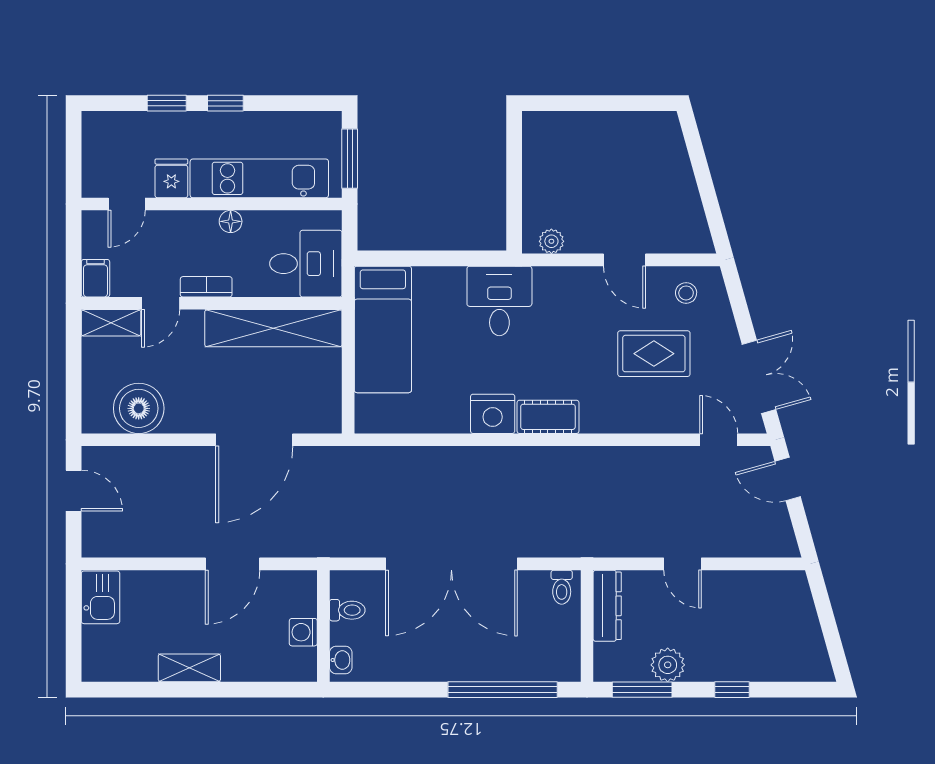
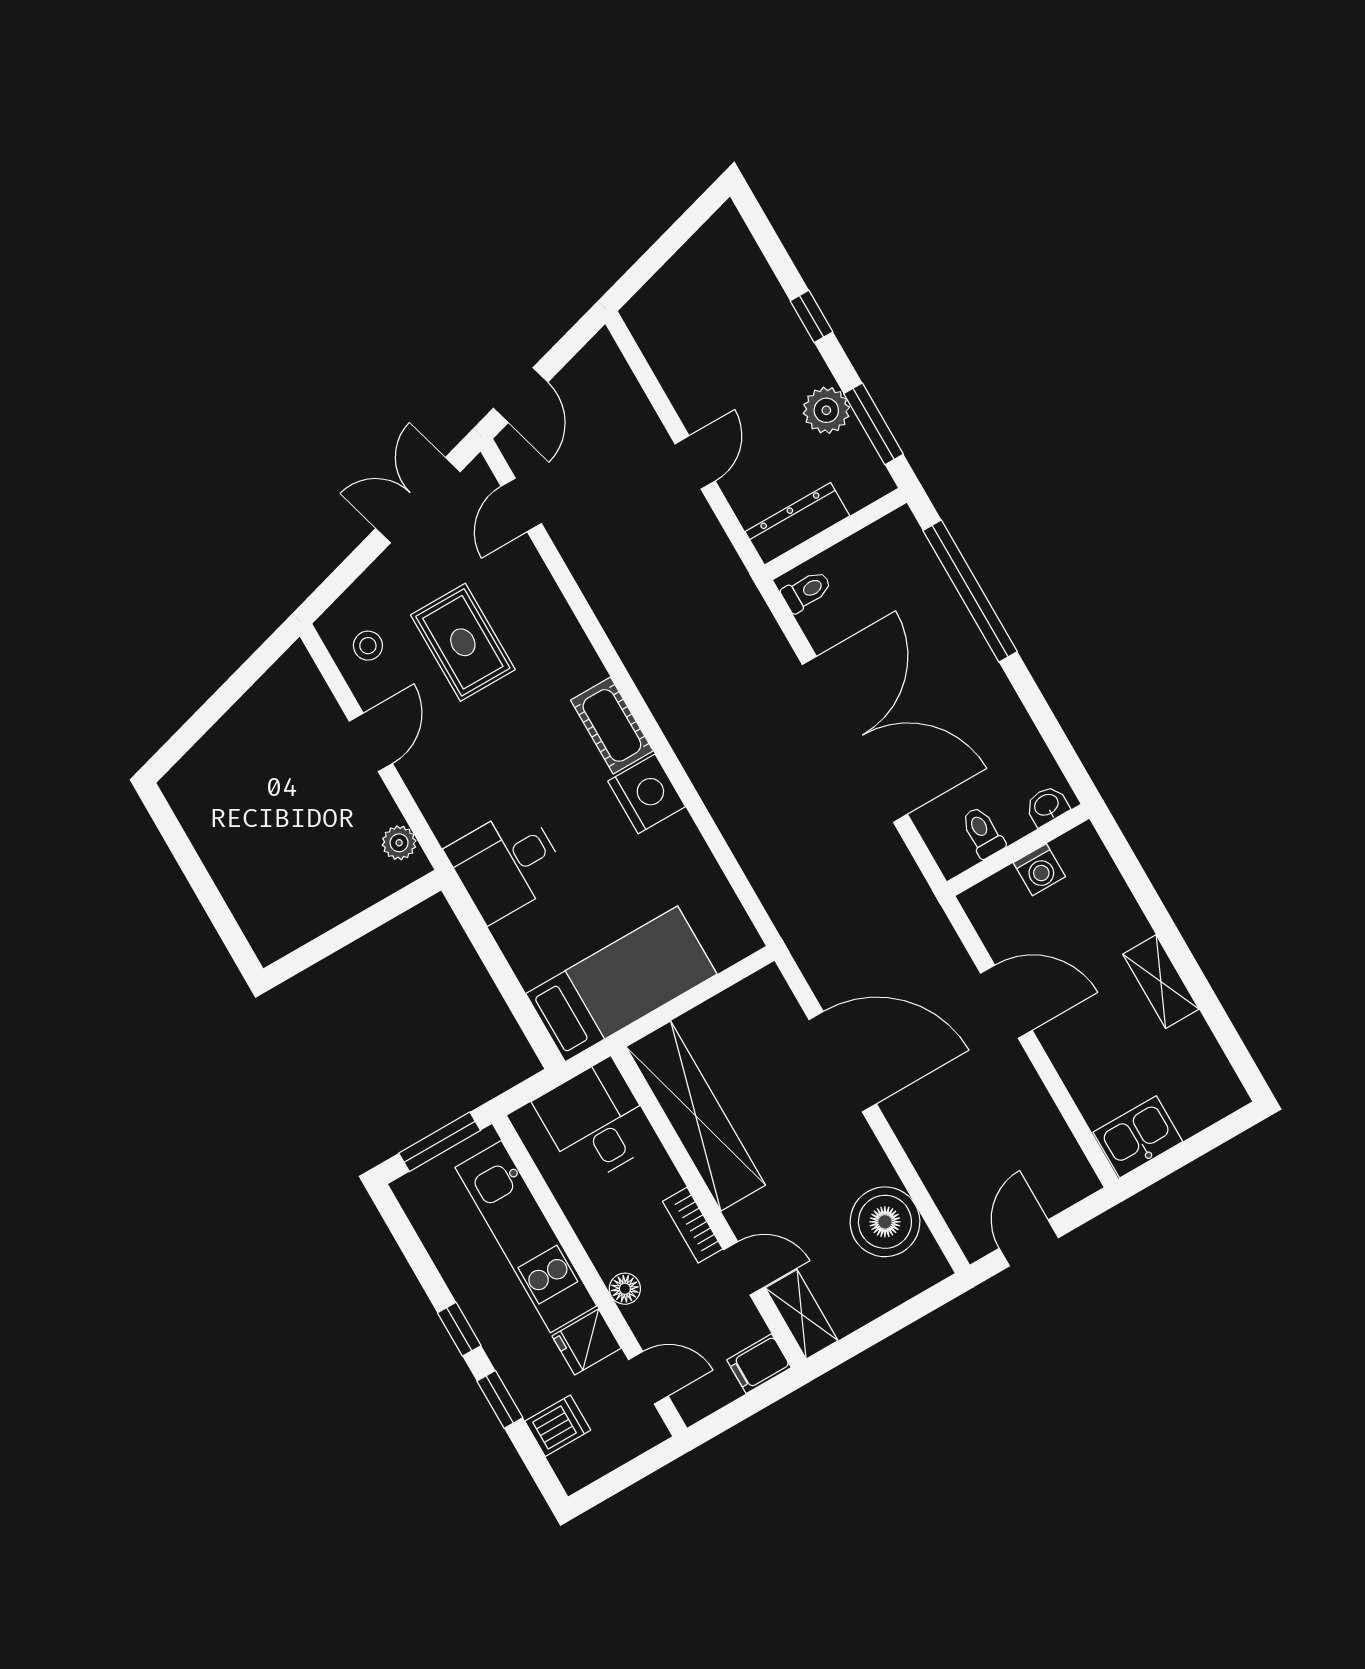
dishwasher: (129, 130) -> (558, 1426), added
floor lamp: (231, 221) -> (625, 1289), moved

